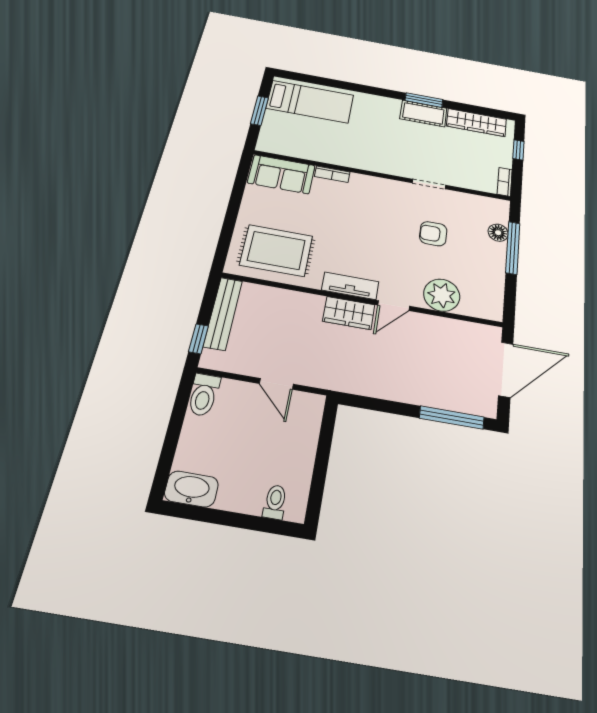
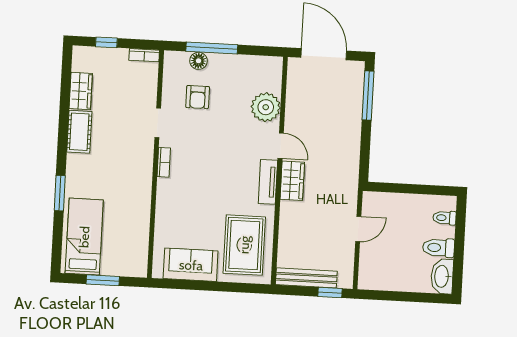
window: (424, 100) -> (60, 193), moved
wardrobe: (476, 123) -> (81, 91), width x0.67
sofa: (281, 174) -> (191, 265), moved, turned -90
bookcase: (332, 174) -> (164, 162), moved
armchair: (433, 234) -> (198, 97), moved
toilet: (204, 395) -> (439, 248), moved, turned 180

